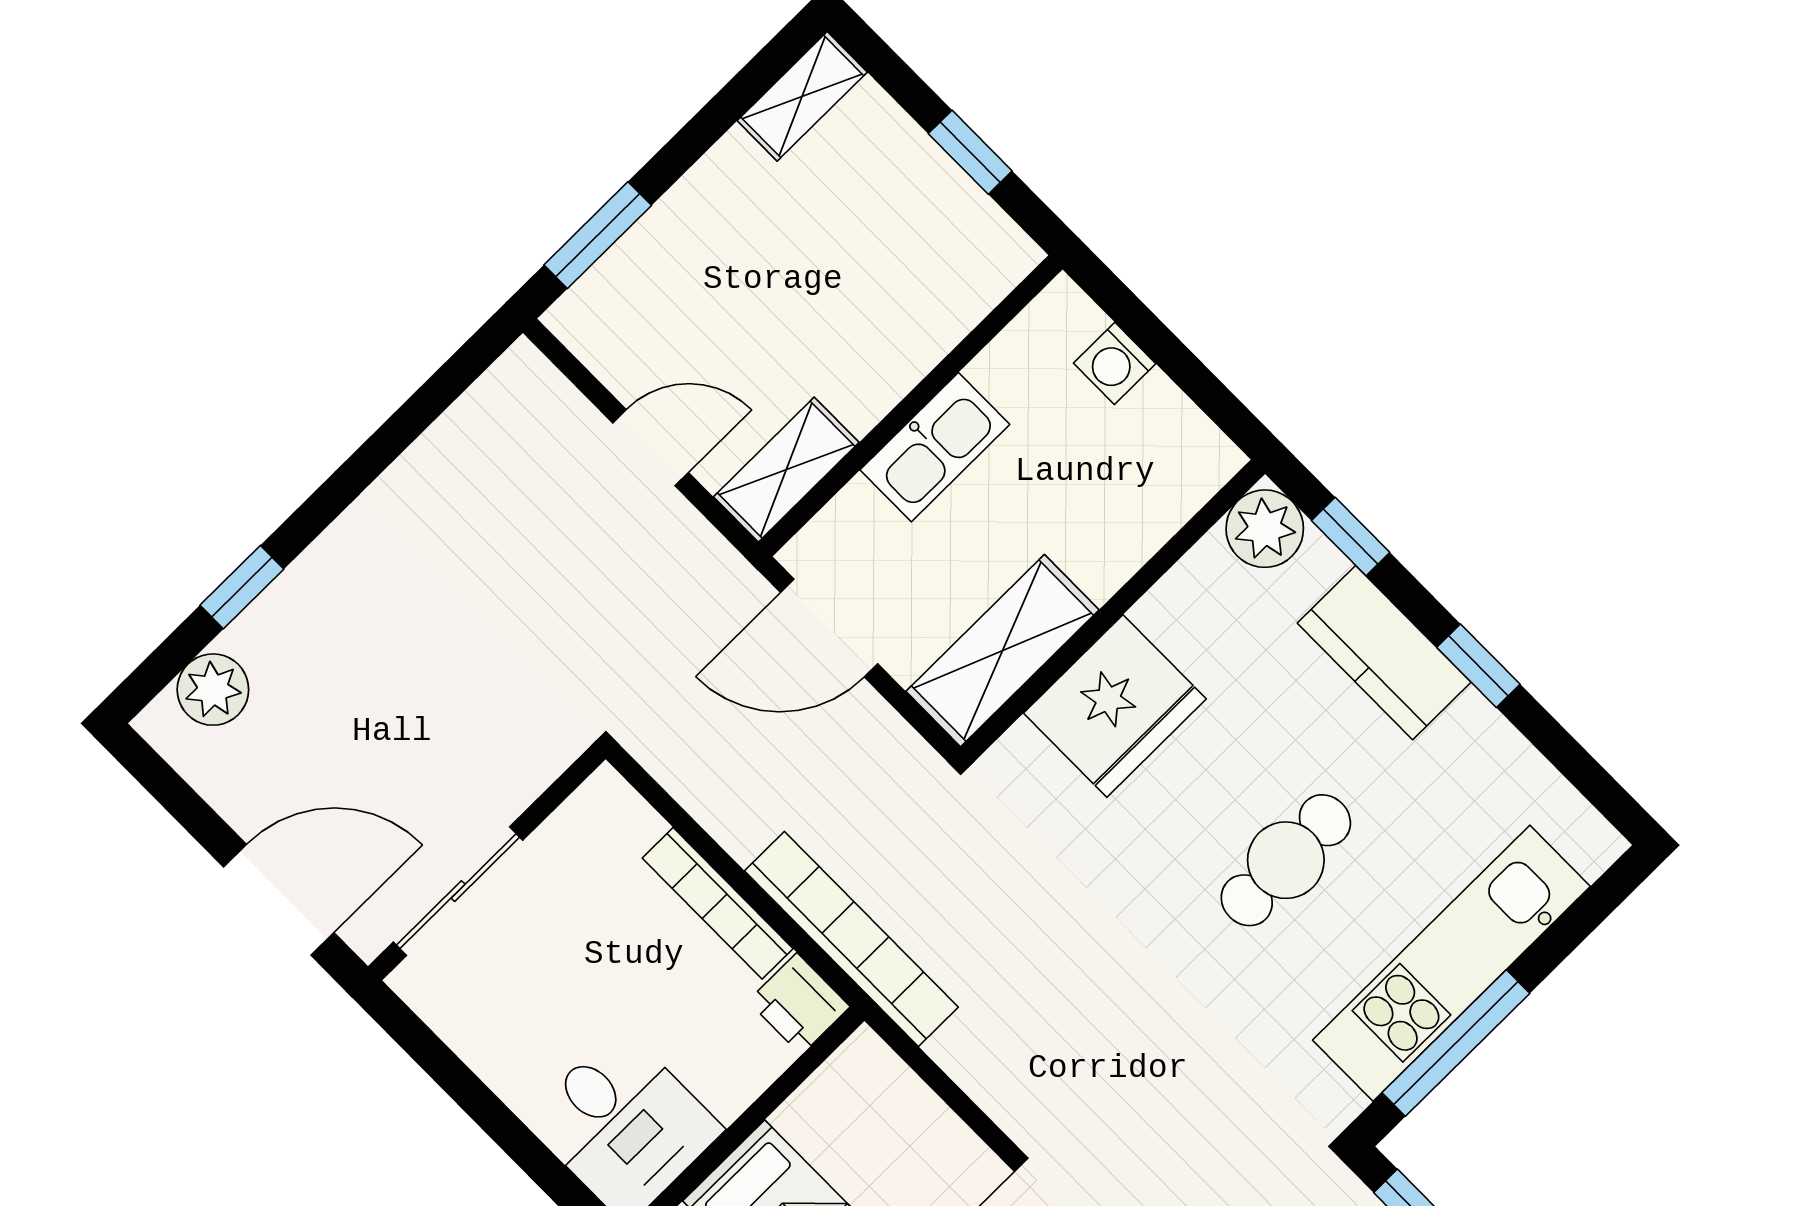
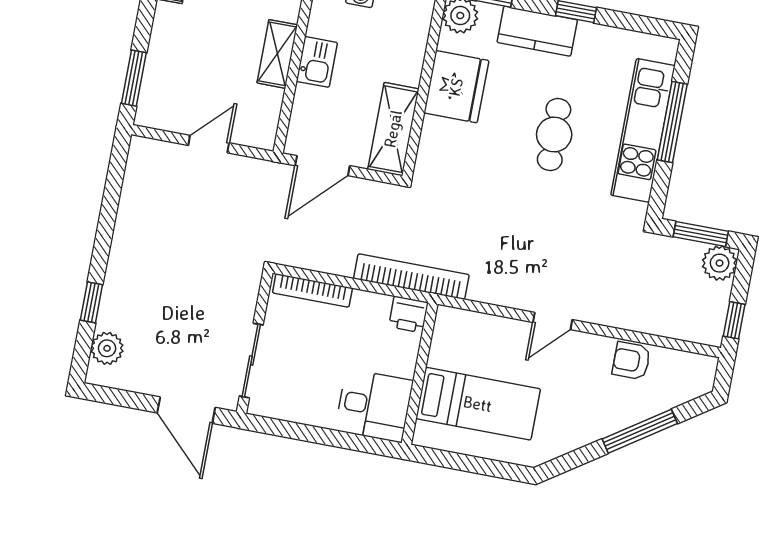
kitchen sink: (935, 447) -> (317, 62), width x0.73
shelving: (786, 470) -> (277, 54), moved
fridge: (1115, 706) -> (456, 87), moved
door: (279, 900) -> (186, 410), swing flipped
bookcase: (718, 903) -> (312, 290), moved
window: (1456, 1043) -> (672, 122), moved

